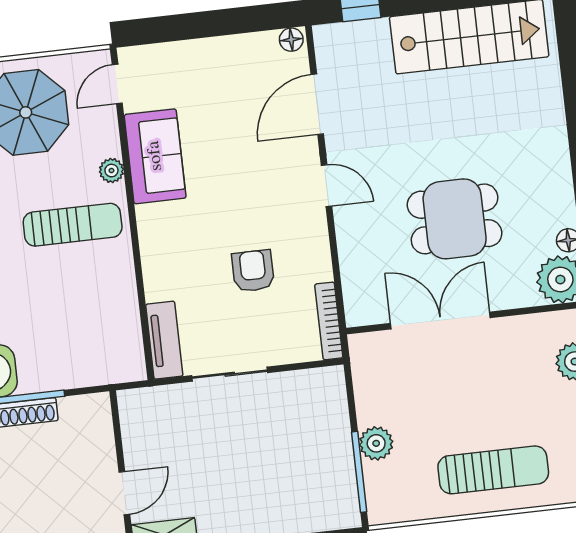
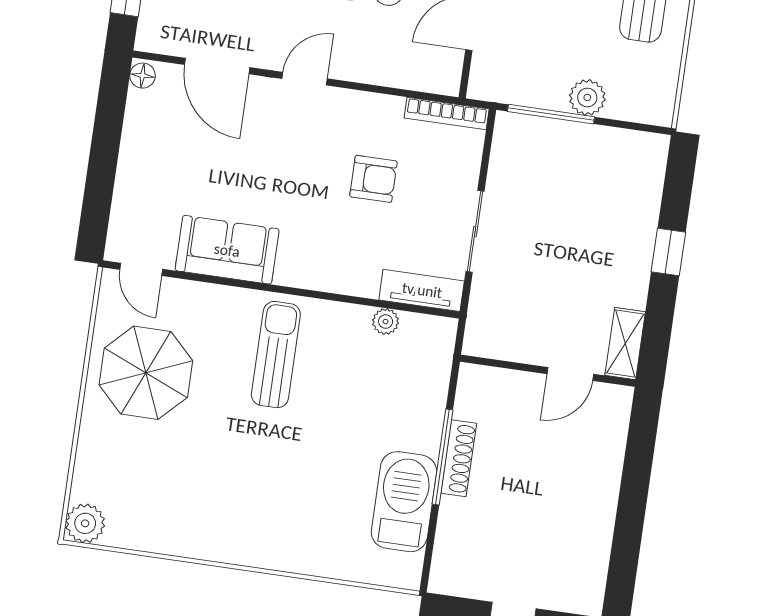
plant: (111, 171) -> (386, 322), moved
armchair: (253, 271) -> (373, 179), turned 180
window: (359, 472) -> (551, 114), moved
door: (124, 493) -> (570, 374), swing flipped

